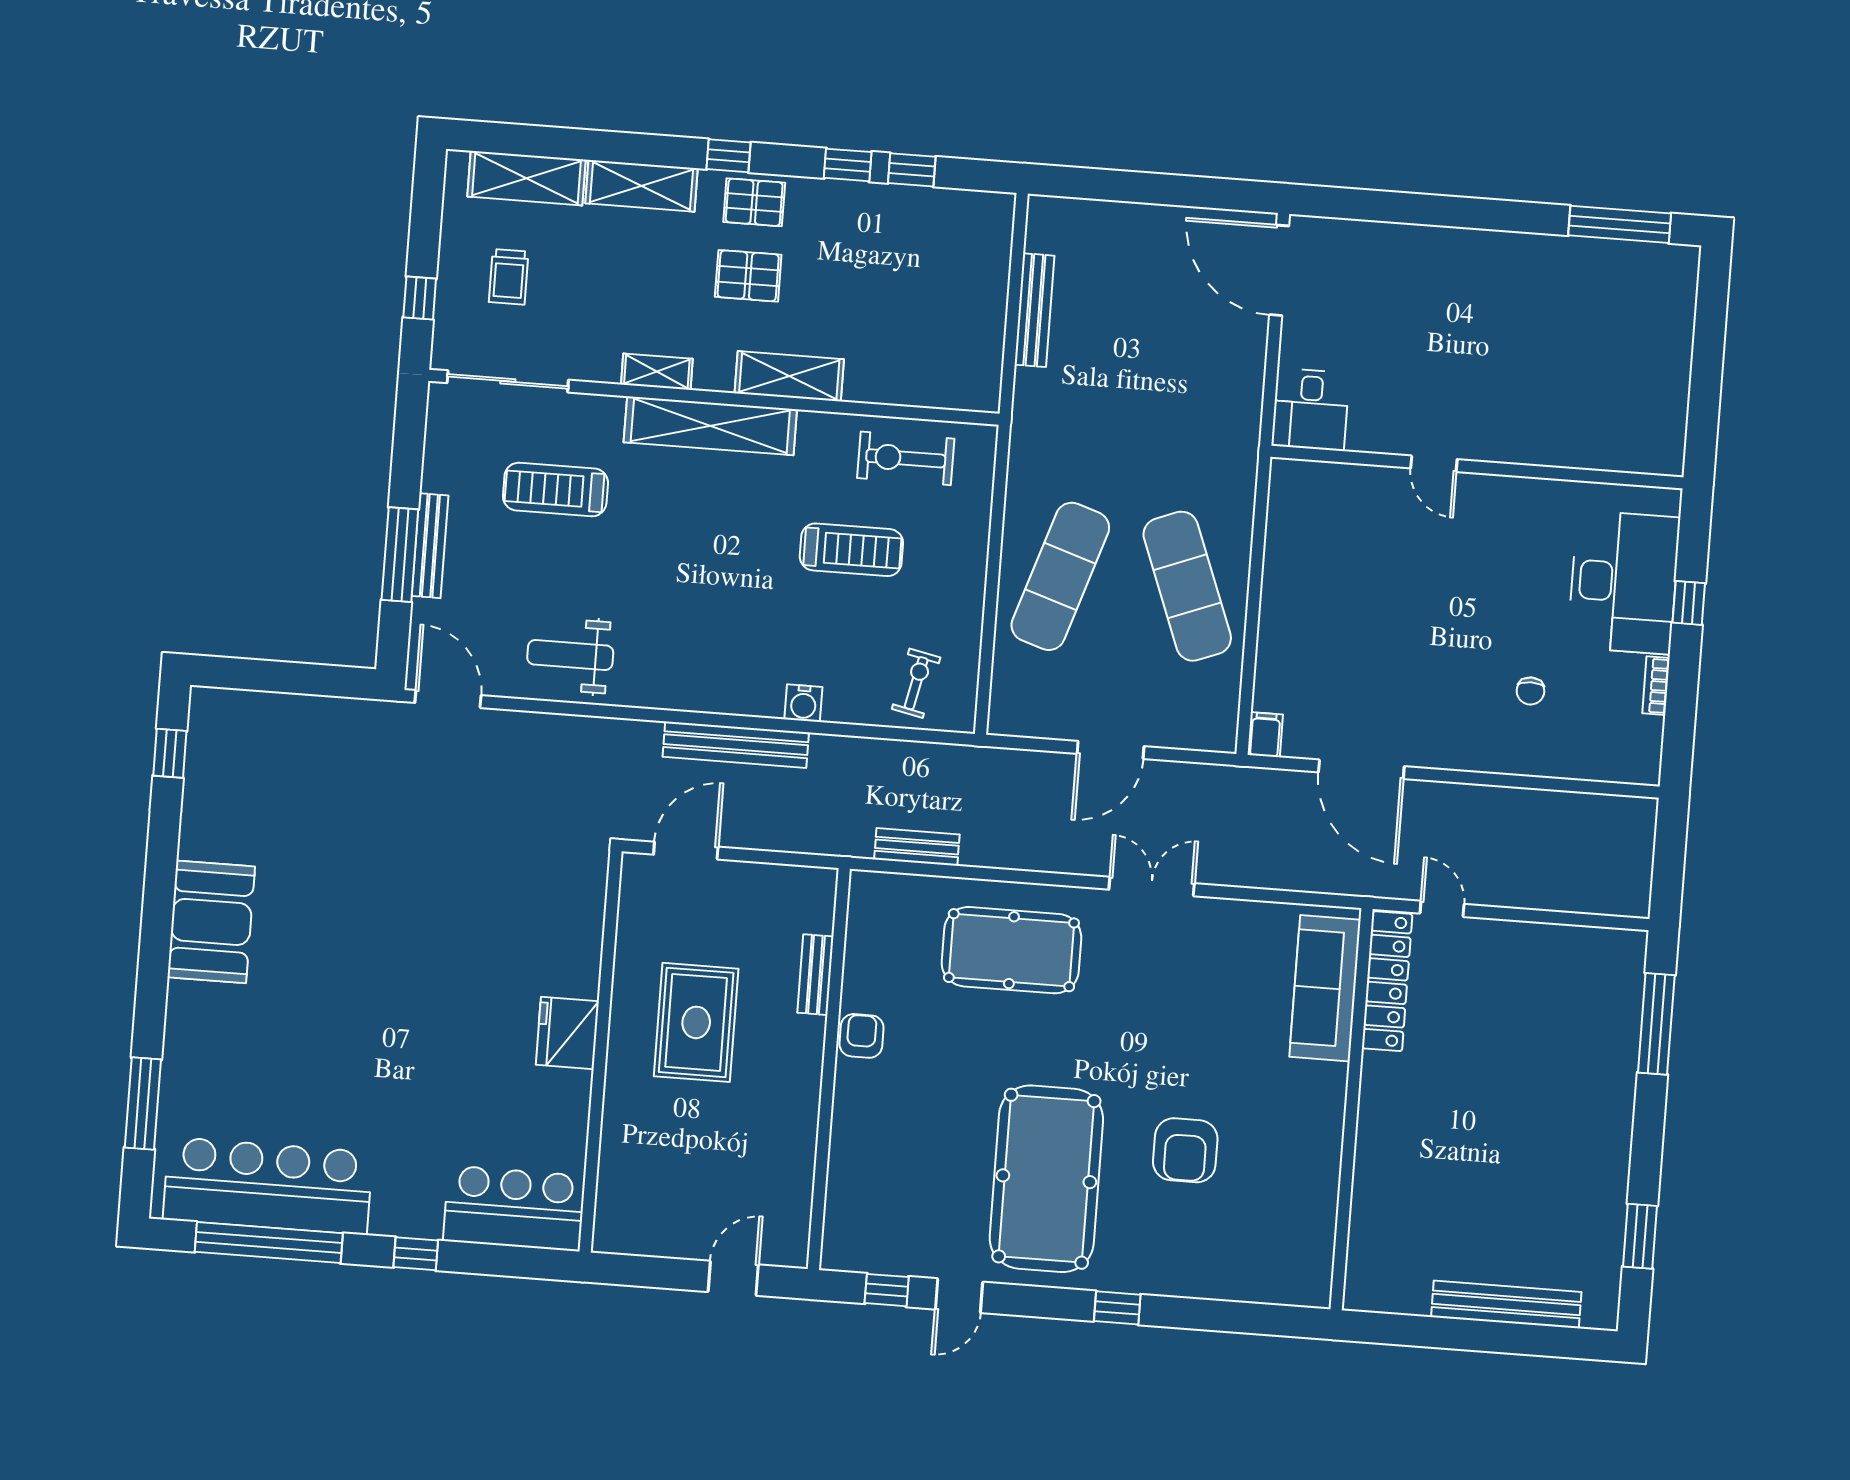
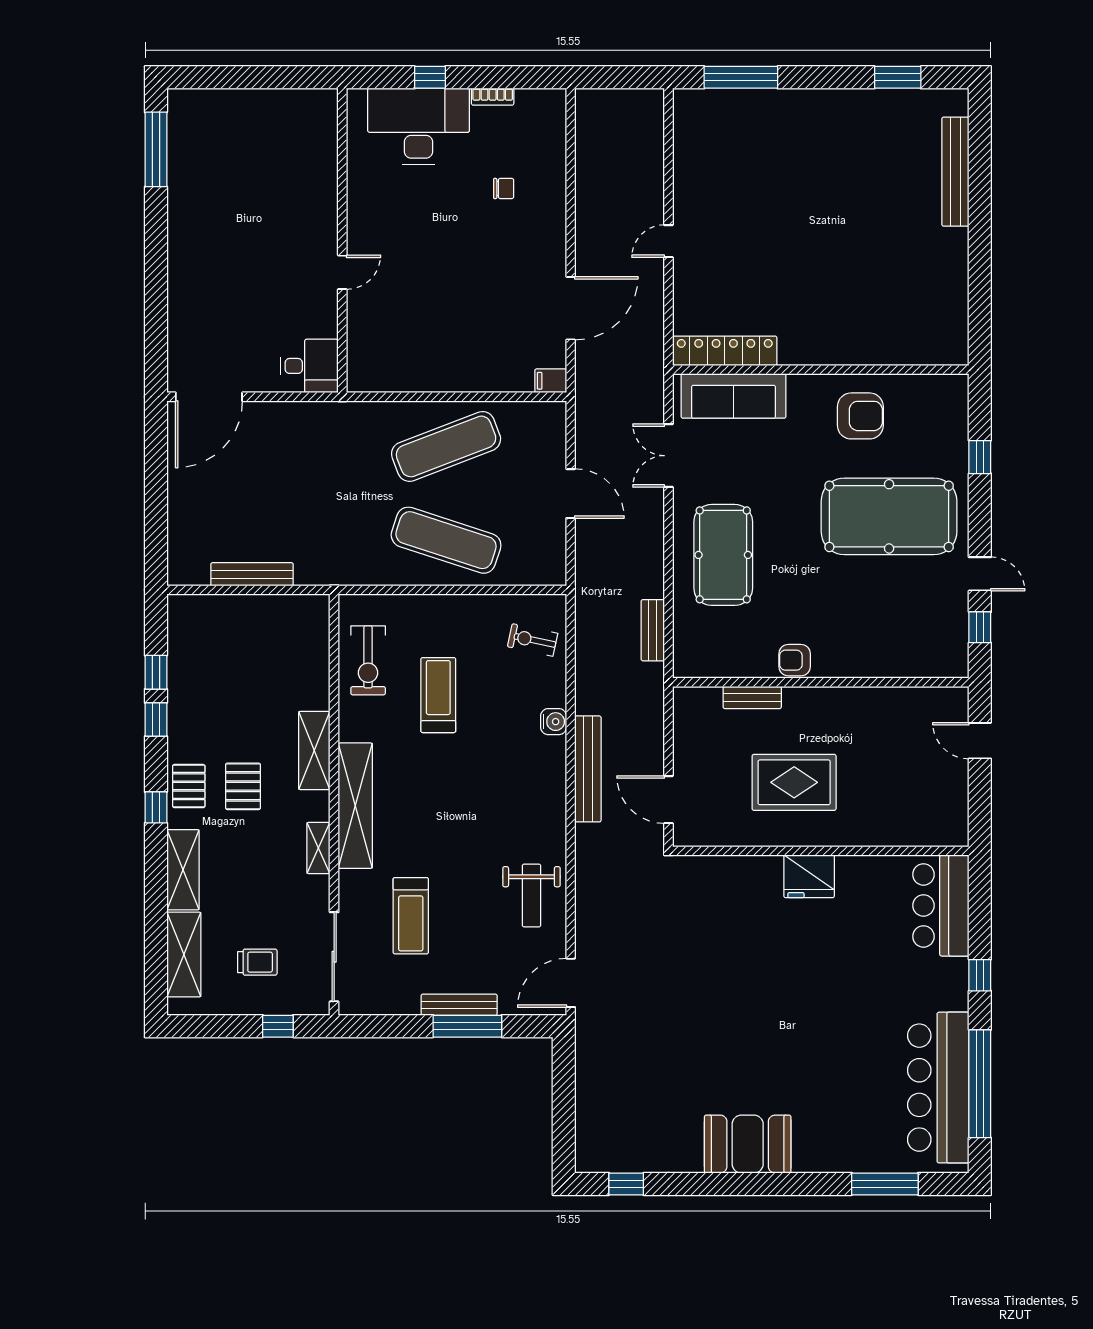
locker: (1387, 981) -> (725, 351), moved
sofa: (1325, 988) -> (733, 396), moved
wall: (1352, 1109) -> (821, 370), moved

